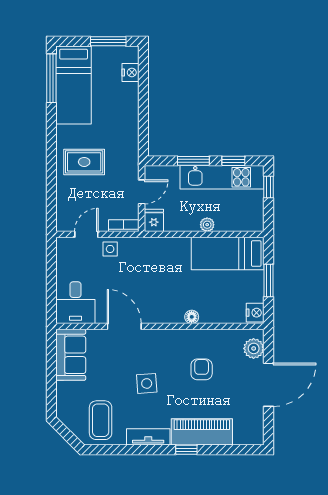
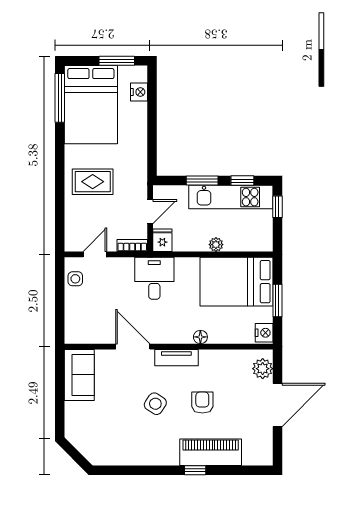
bed: (74, 85) -> (91, 105), width x1.50
side table: (110, 249) -> (75, 279), moved
bed: (228, 254) -> (237, 282), width x1.50
desk: (75, 303) -> (154, 278), moved, turned 180
armchair: (202, 369) -> (202, 402), moved
side table: (147, 383) -> (155, 404), turned 37
coffee table: (101, 420) -> (109, 441), removed
tv unit: (148, 437) -> (176, 358), moved, turned 180

